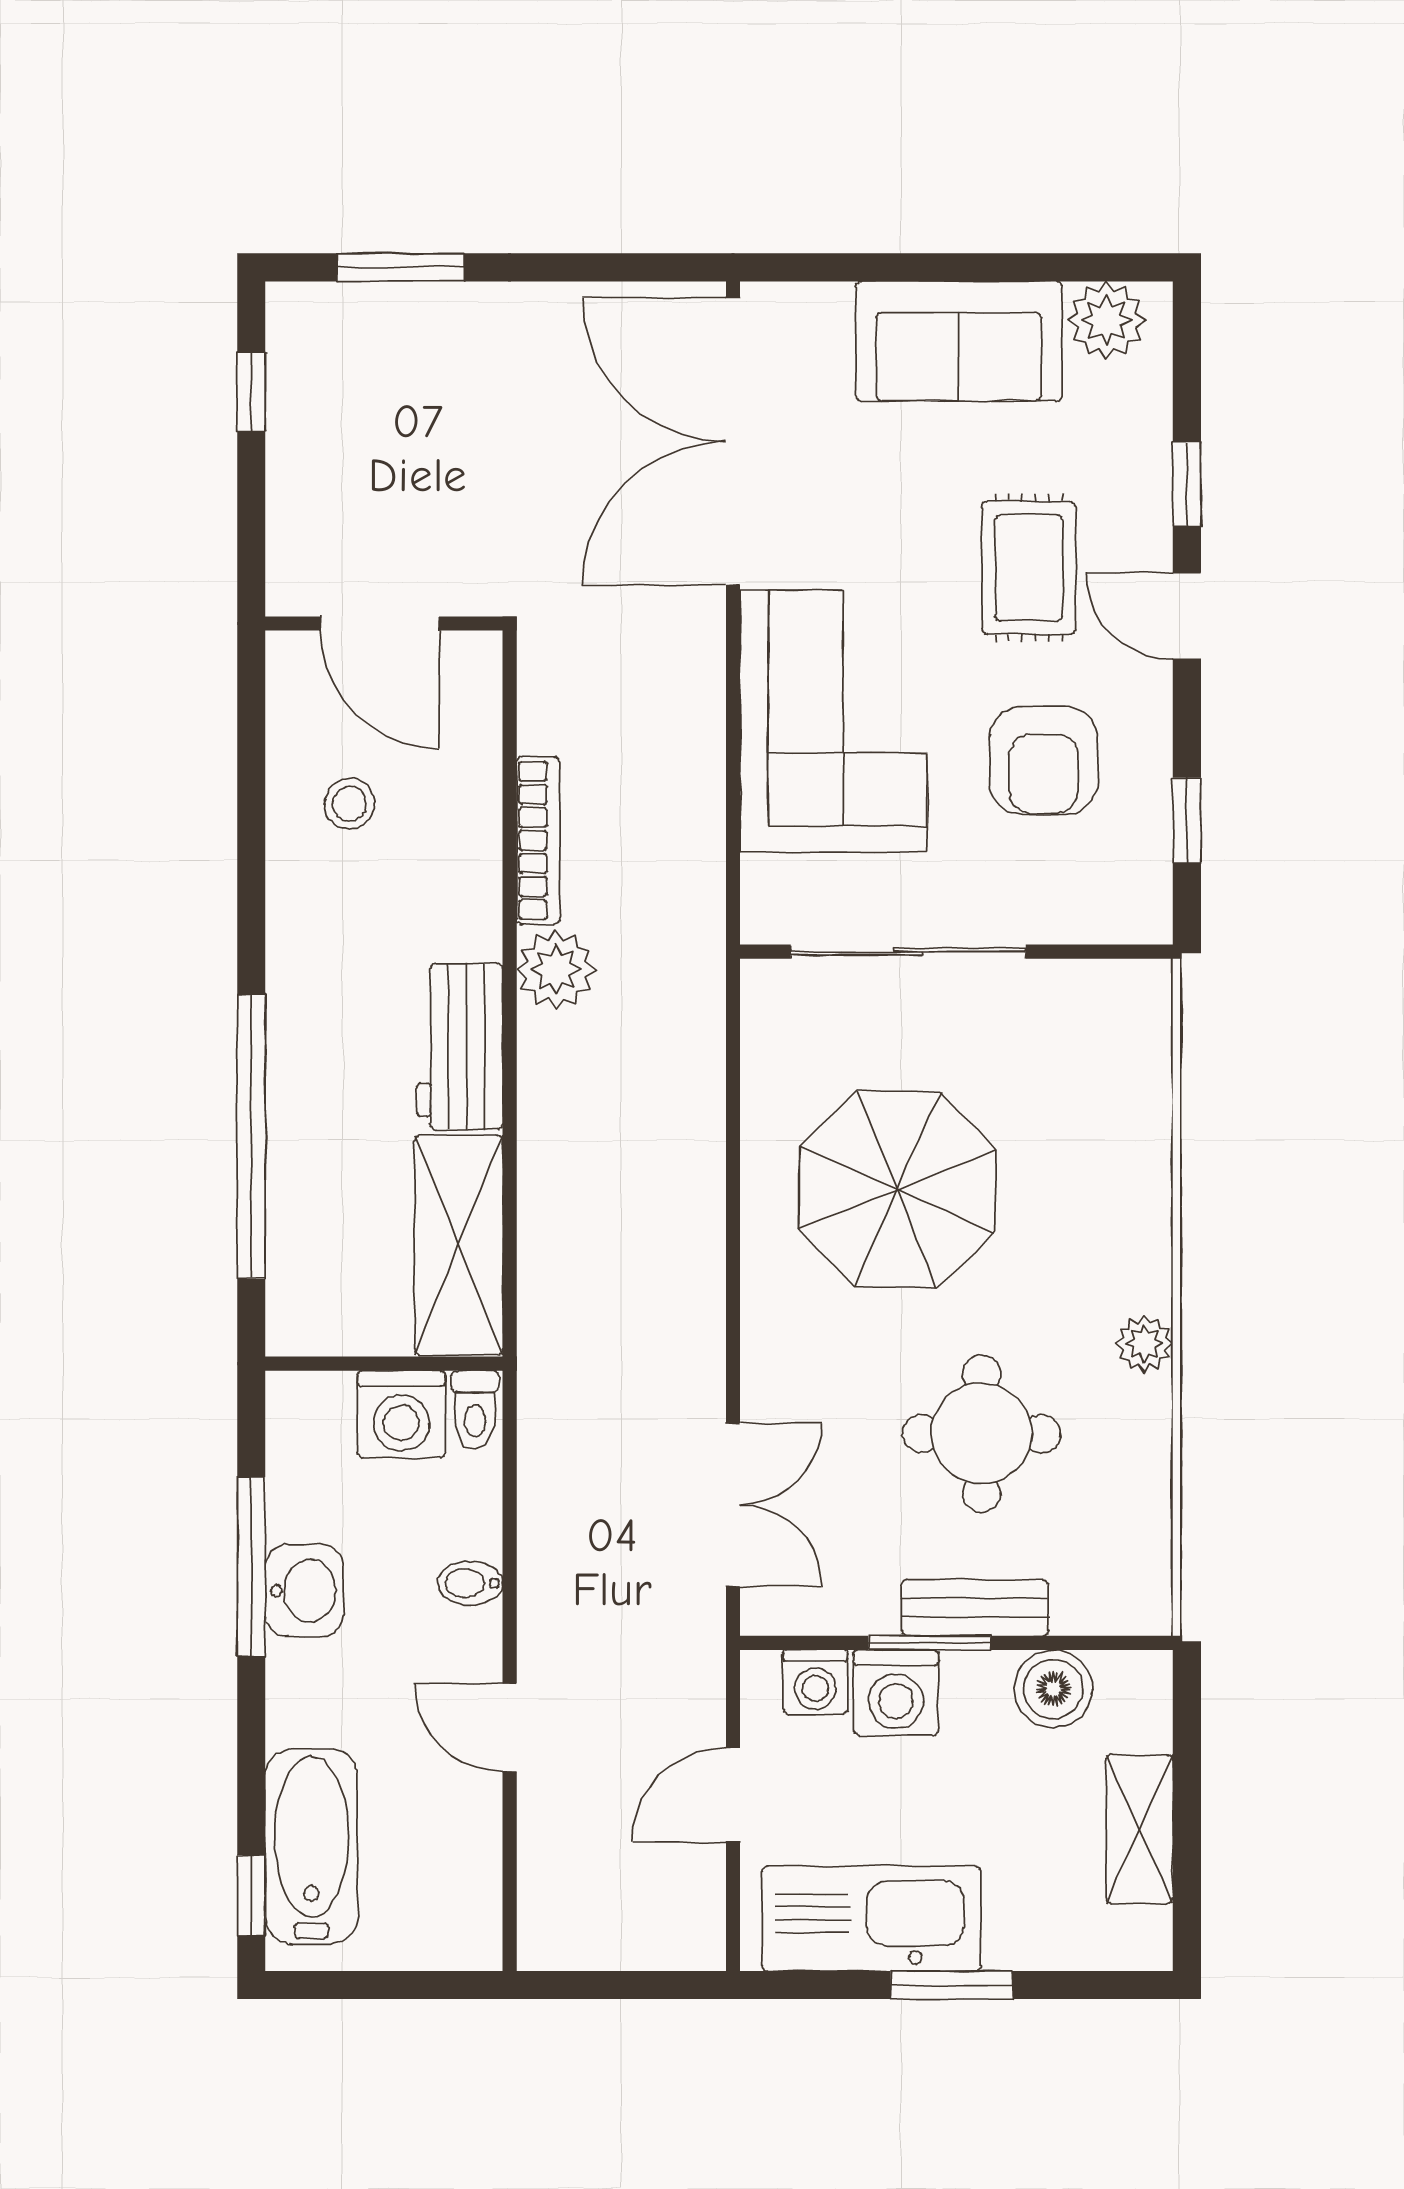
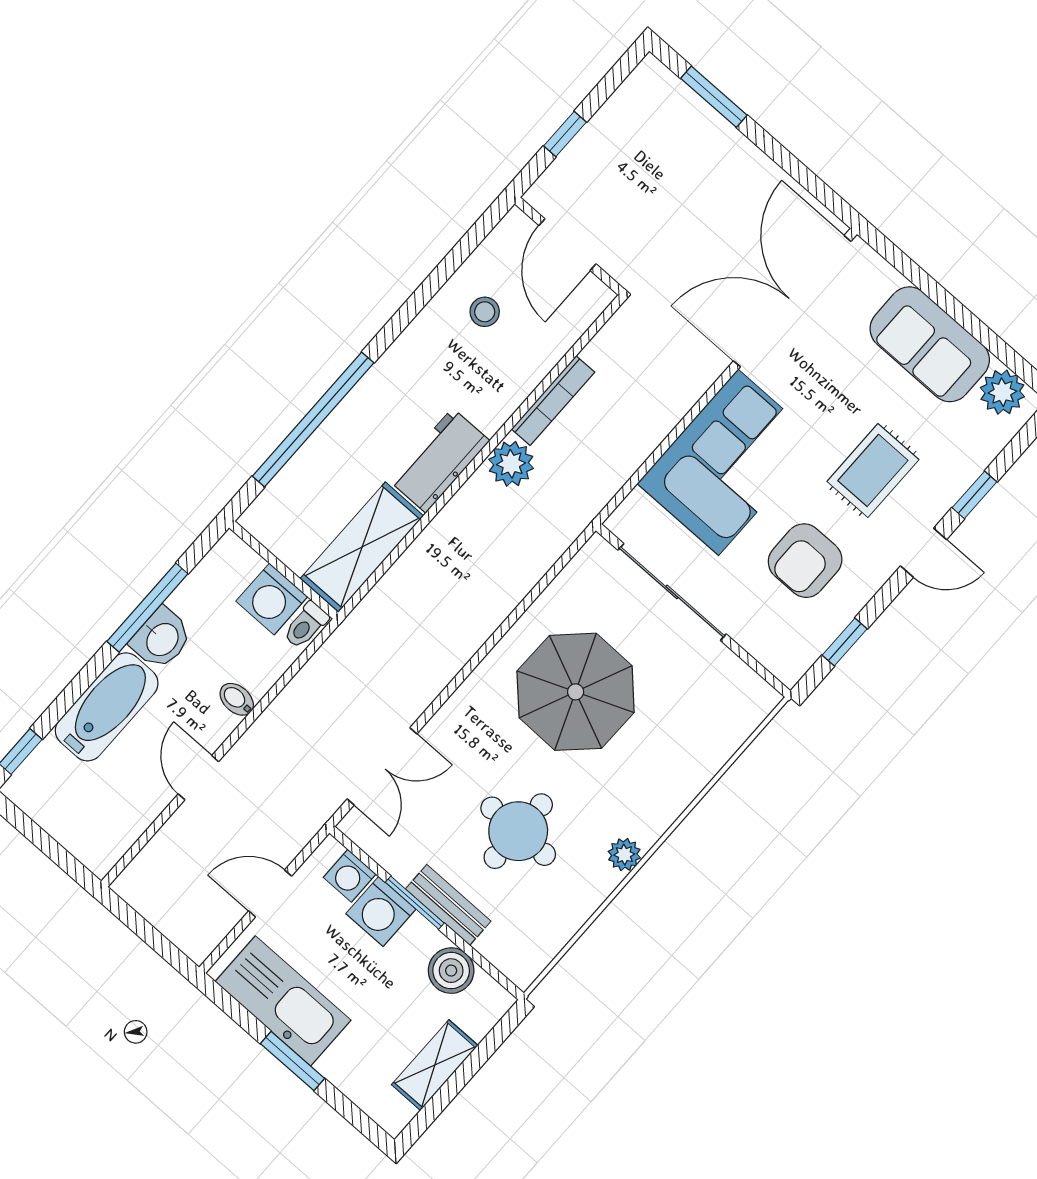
window: (251, 392) -> (565, 134), moved
door: (1187, 616) -> (923, 553), swing flipped
bathtub: (311, 1847) -> (107, 707), moved

